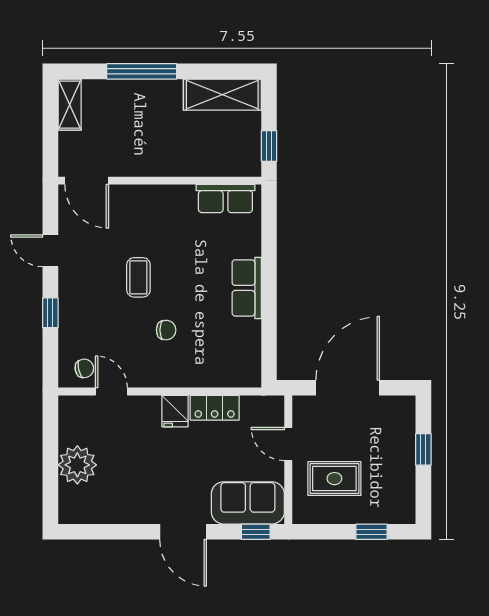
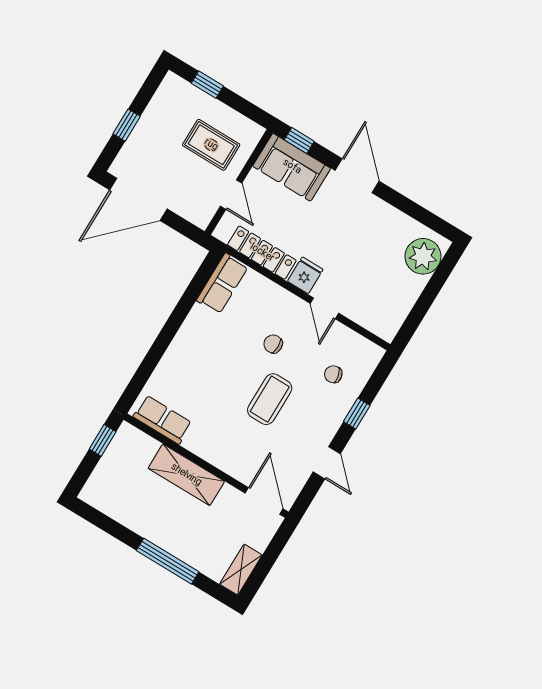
shelving: (222, 95) -> (186, 475), moved
coffee table: (138, 277) -> (270, 399), width x1.36, depth x1.30
row of seats: (247, 288) -> (222, 284), moved
chair: (84, 368) -> (333, 374), moved
door: (348, 388) -> (138, 199), moved
door: (111, 392) -> (324, 308), moved
locker: (215, 408) -> (262, 253), width x1.53
plant: (77, 465) -> (423, 256), moved

